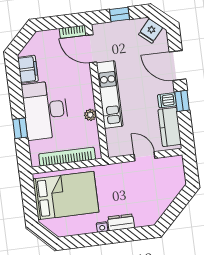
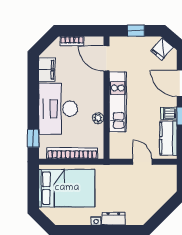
bookcase: (73, 32) -> (72, 41), moved
window: (20, 128) -> (33, 138), moved

